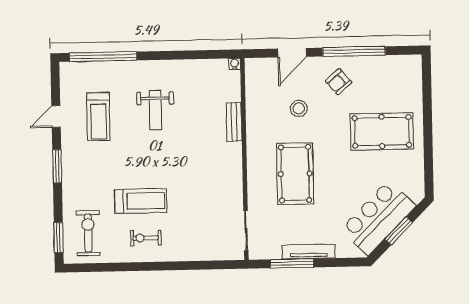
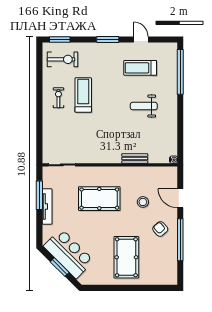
treadmill: (141, 201) -> (83, 95), turned 180

